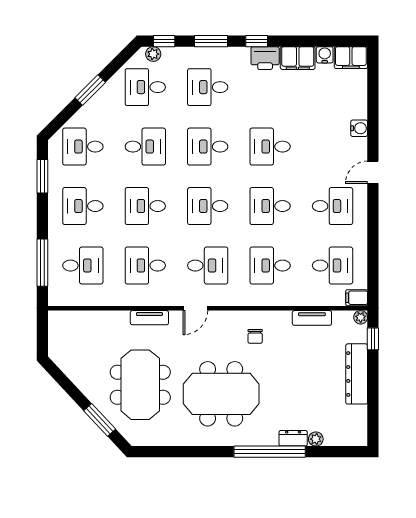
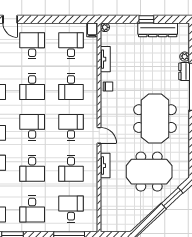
desk: (208, 206) -> (32, 127), turned 180
chair: (255, 336) -> (108, 87), moved
window: (373, 339) -> (146, 19), moved
dresser: (357, 374) -> (158, 30), moved

